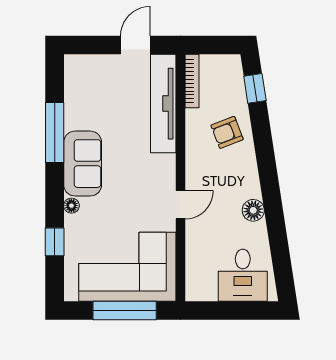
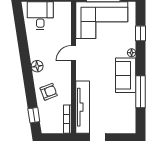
floor lamp: (253, 210) -> (37, 66), moved

